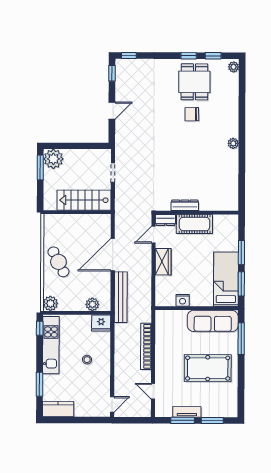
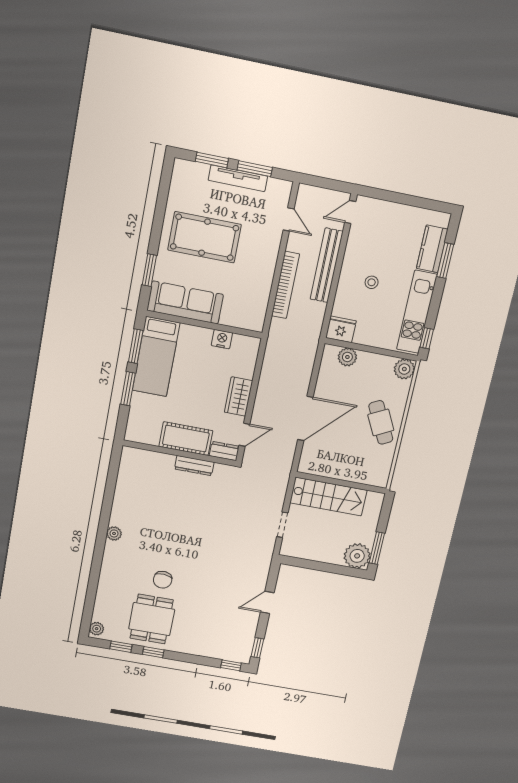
chair: (192, 114) -> (163, 580), turned 95
bench: (121, 297) -> (327, 265), moved
window: (241, 339) -> (149, 270), width x0.69
kitchen counter: (58, 409) -> (432, 249), moved, turned 90
tv unit: (187, 412) -> (238, 178), width x1.41

